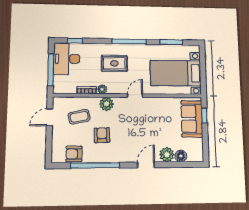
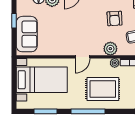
rug: (114, 63) -> (103, 89), width x1.36, depth x1.43
window: (204, 116) -> (14, 21), moved

